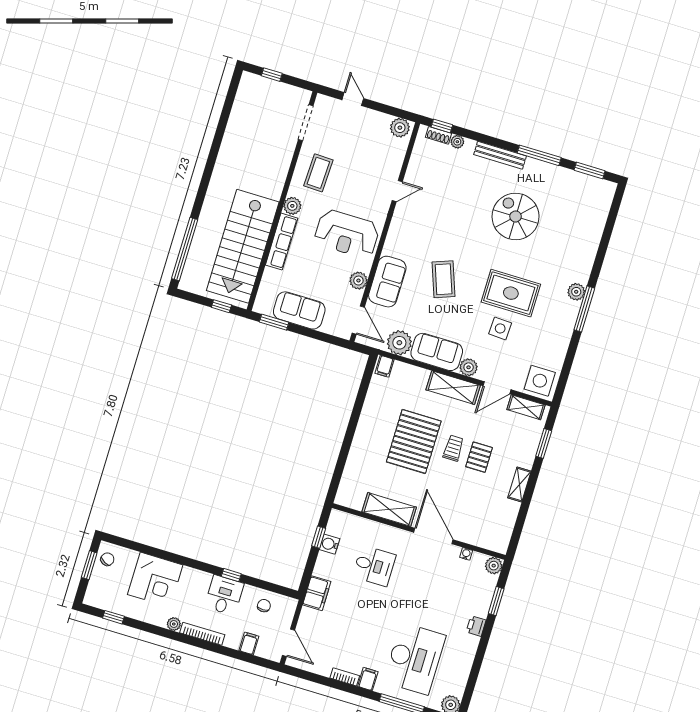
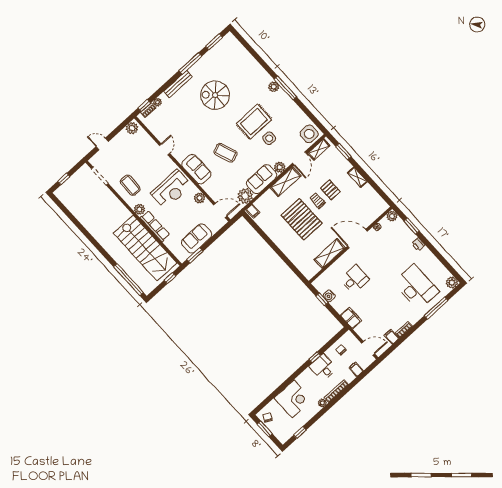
sofa: (387, 282) -> (196, 169), moved
filing cabinet: (368, 679) -> (392, 337), moved

